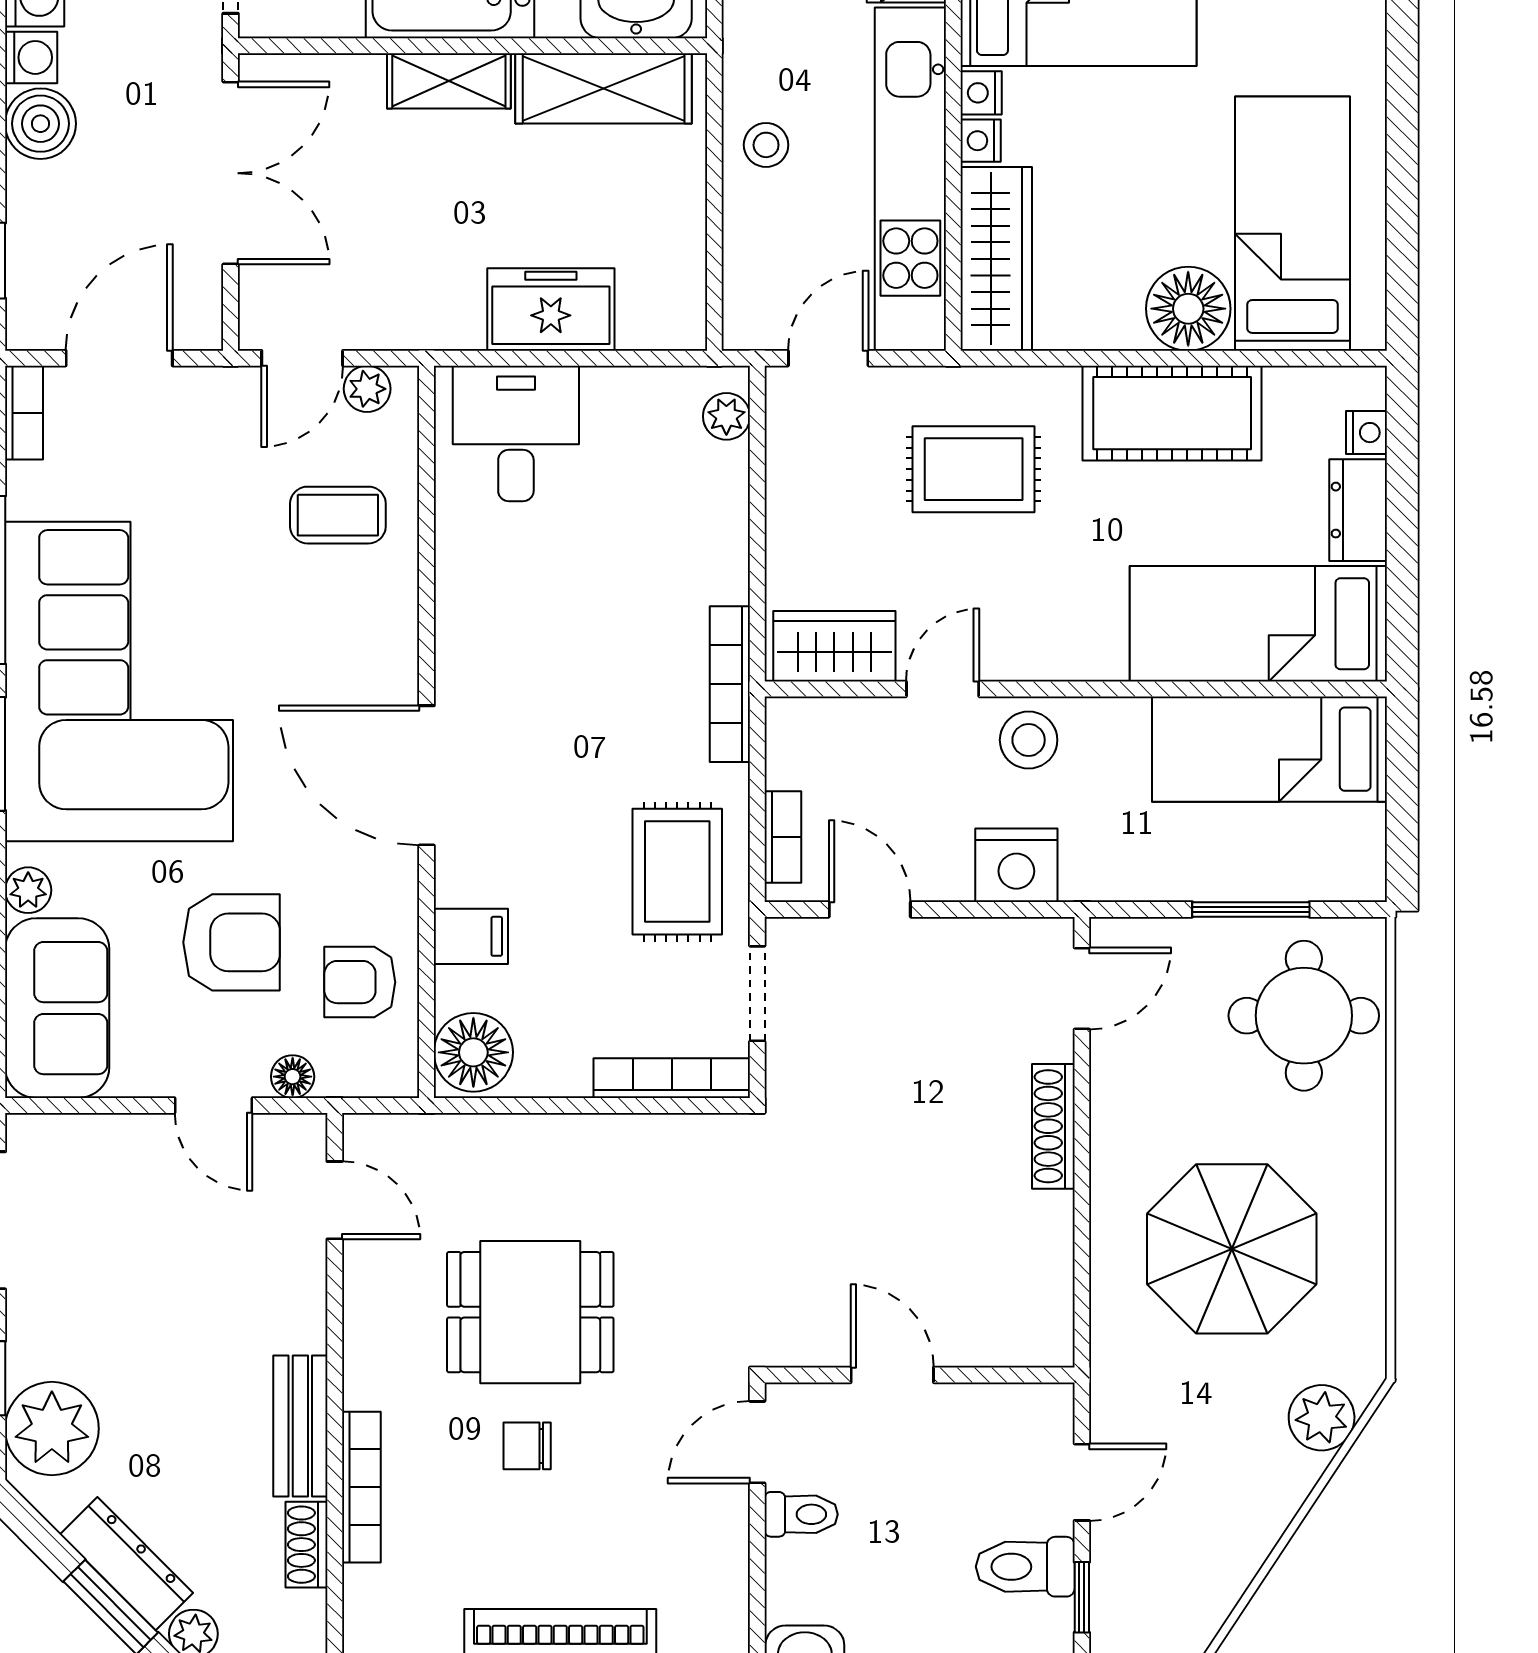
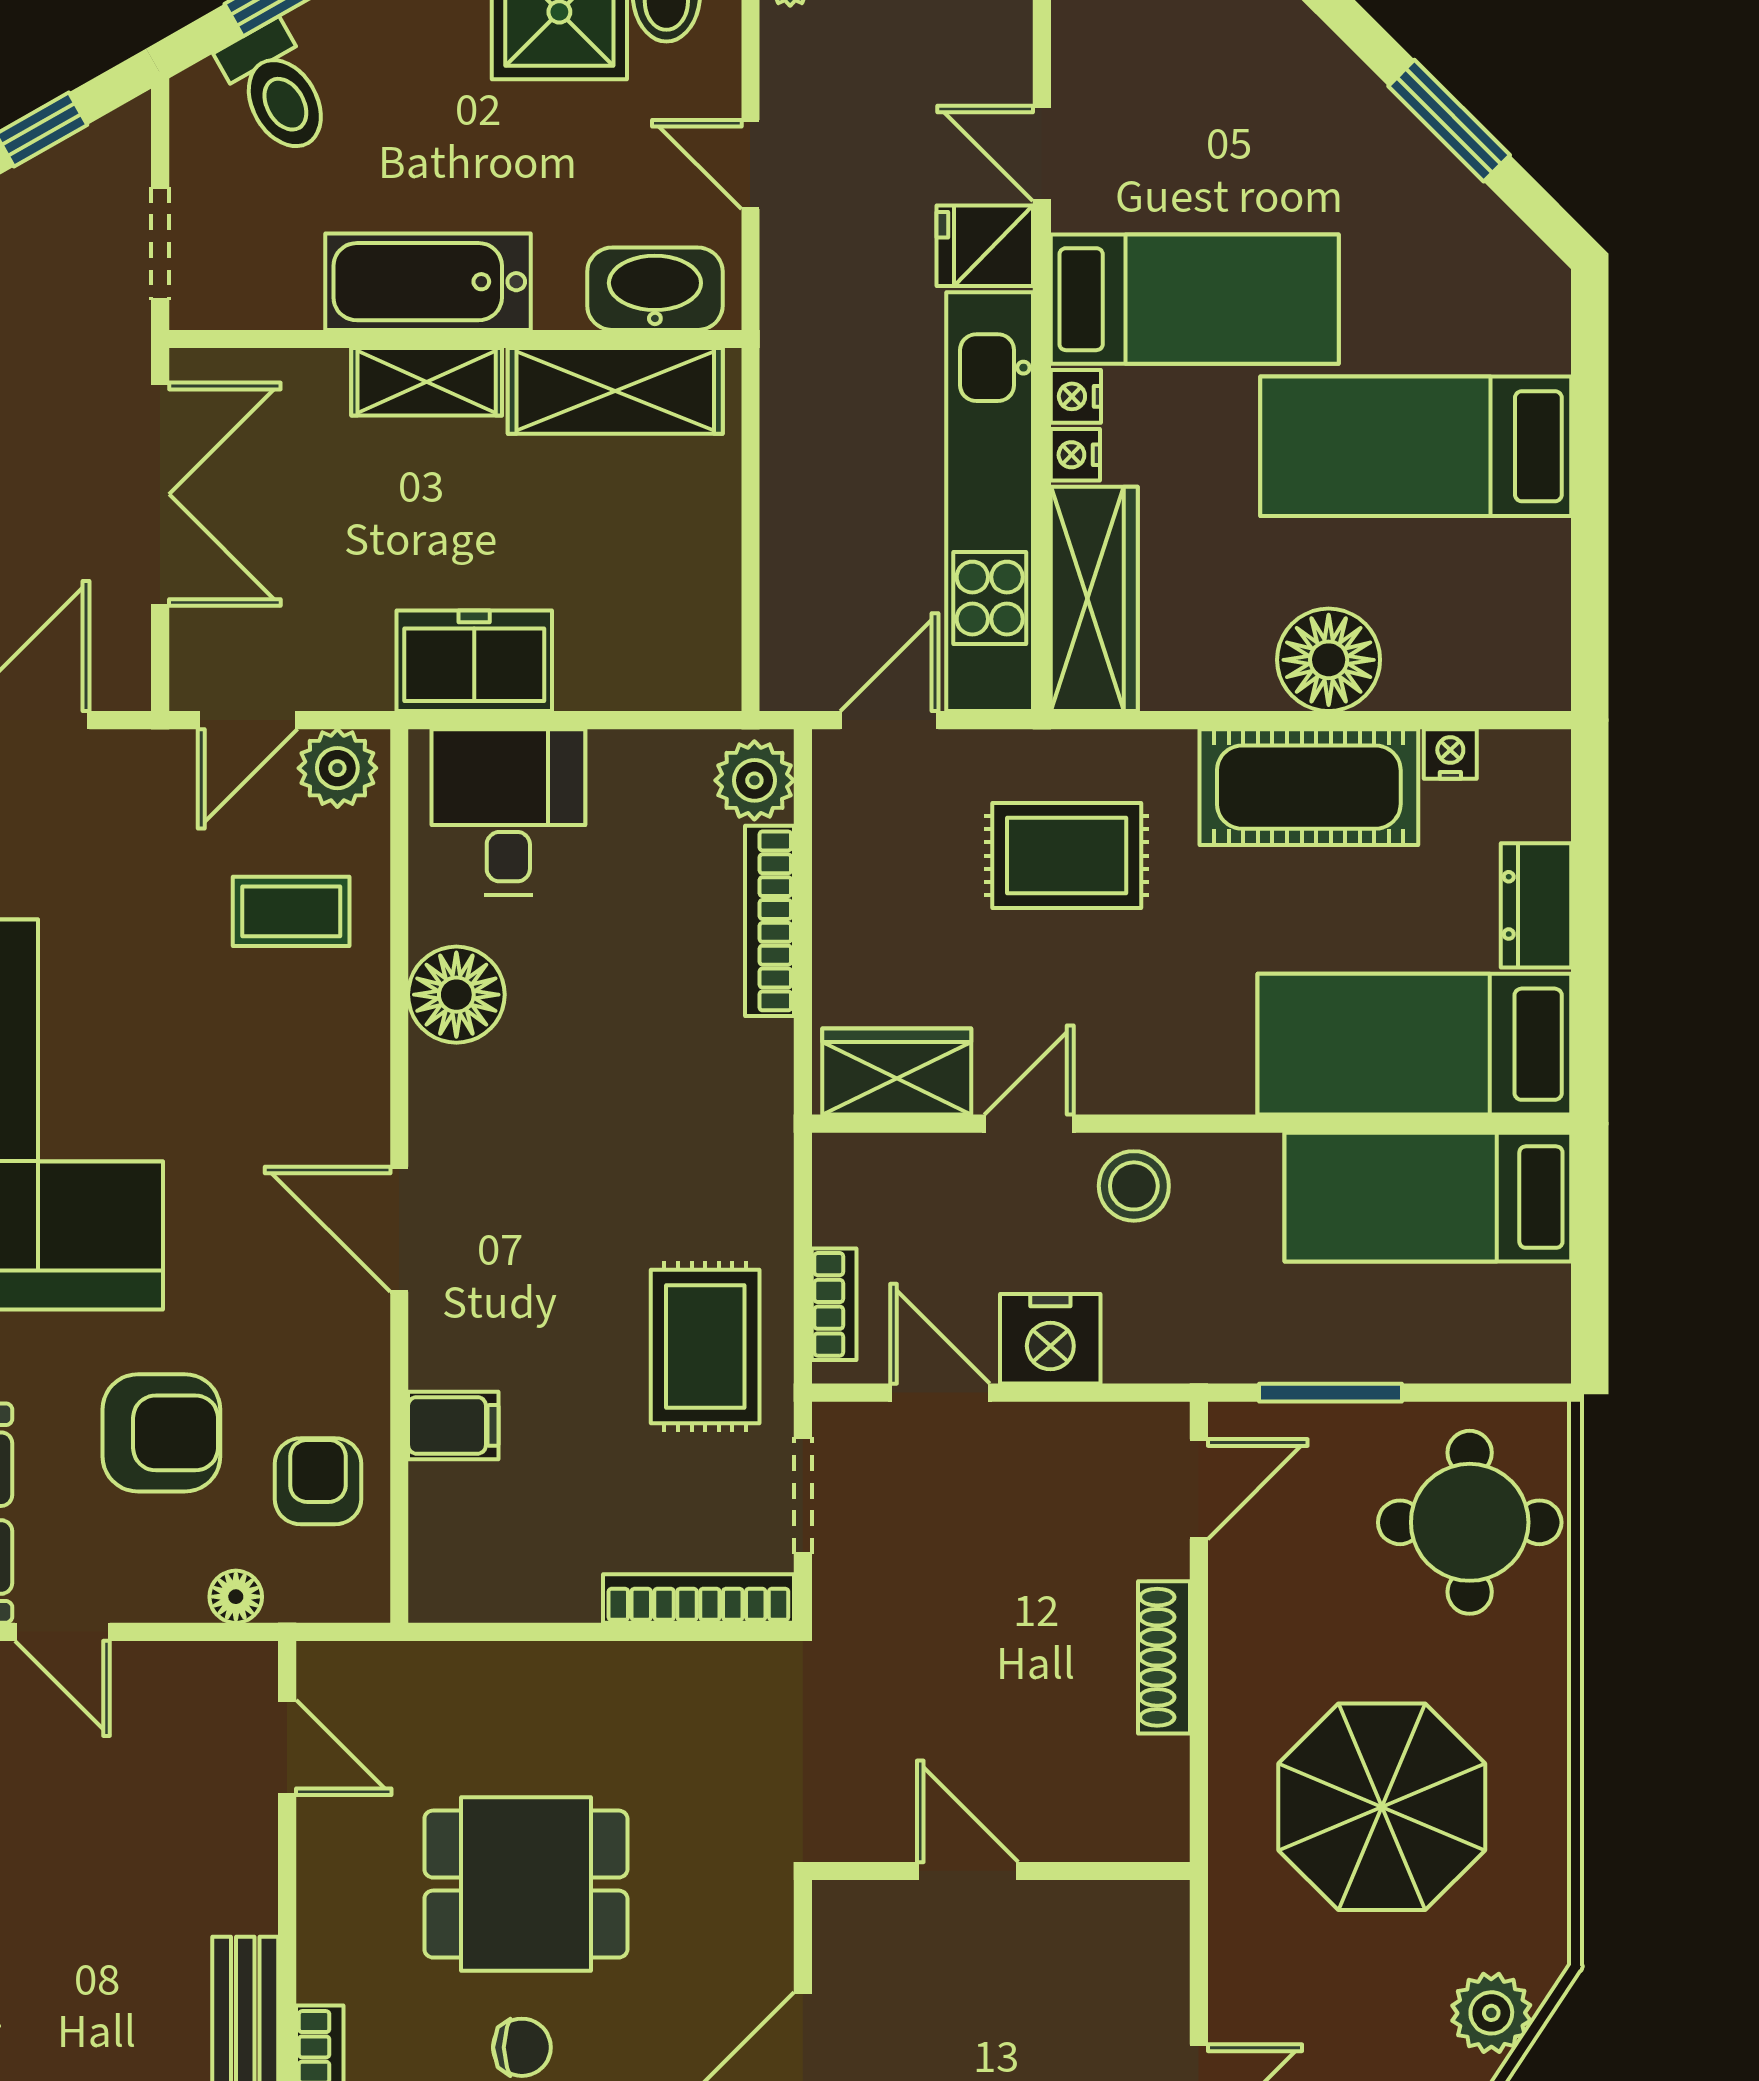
stool: (766, 145) -> (813, 460), removed
bed: (1293, 224) -> (1416, 446), moved, turned -90
freezer: (551, 310) -> (474, 661), moved
plant: (367, 389) -> (337, 768), width x1.38, depth x1.38
plant: (726, 416) -> (754, 780), width x1.38, depth x1.38
nightstand: (1367, 433) -> (1450, 754), moved, turned -90
bookcase: (730, 684) -> (769, 921), moved
door: (427, 775) -> (399, 1229), width x0.73
nightstand: (1016, 865) -> (1050, 1339), moved
window: (1251, 909) -> (1331, 1393), moved
armchair: (360, 982) -> (318, 1481), turned 90
floor lamp: (473, 1052) -> (456, 995), moved
door: (214, 1105) -> (62, 1632), moved
door: (892, 1375) -> (968, 1871), moved
wall: (920, 1375) -> (1001, 1871), moved
chair: (527, 1446) -> (522, 2047), turned 180

